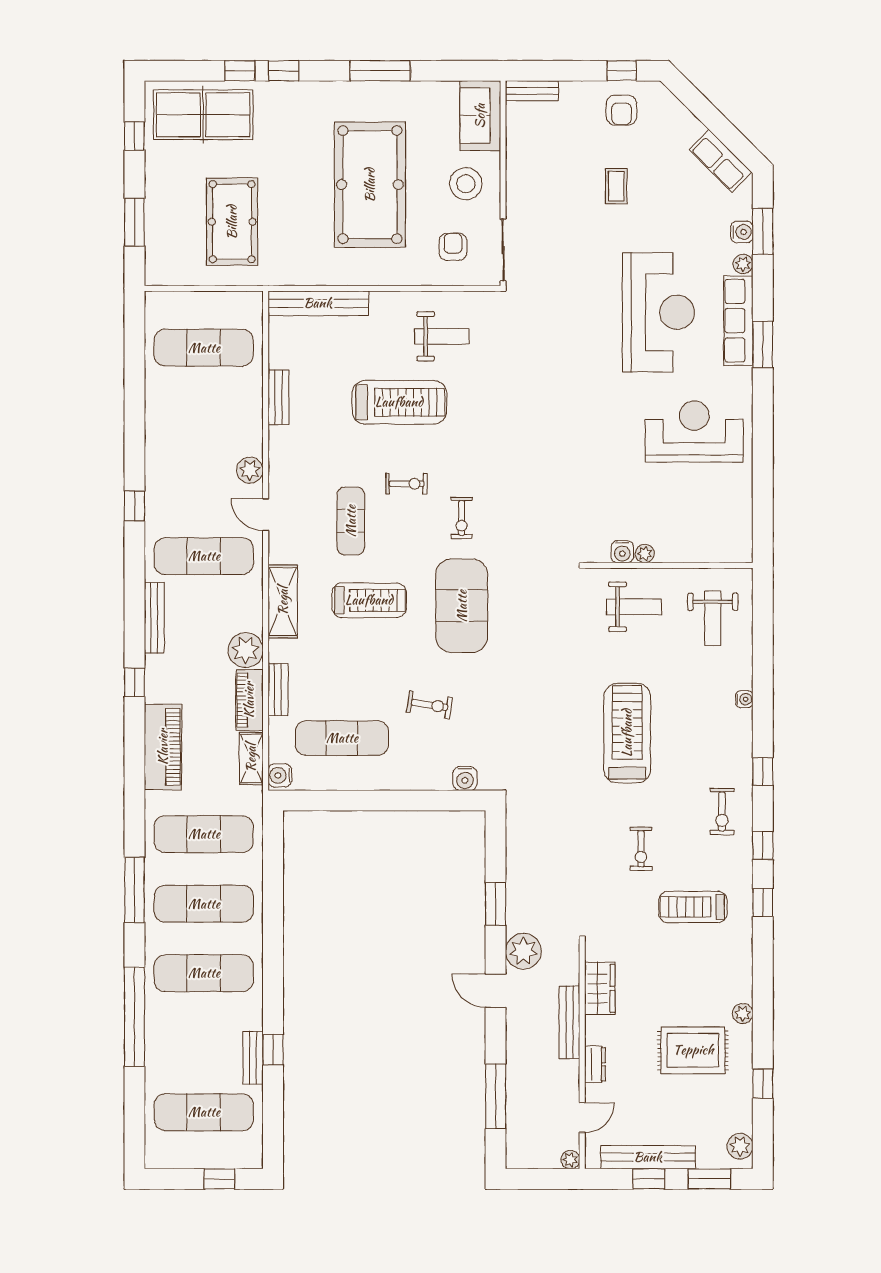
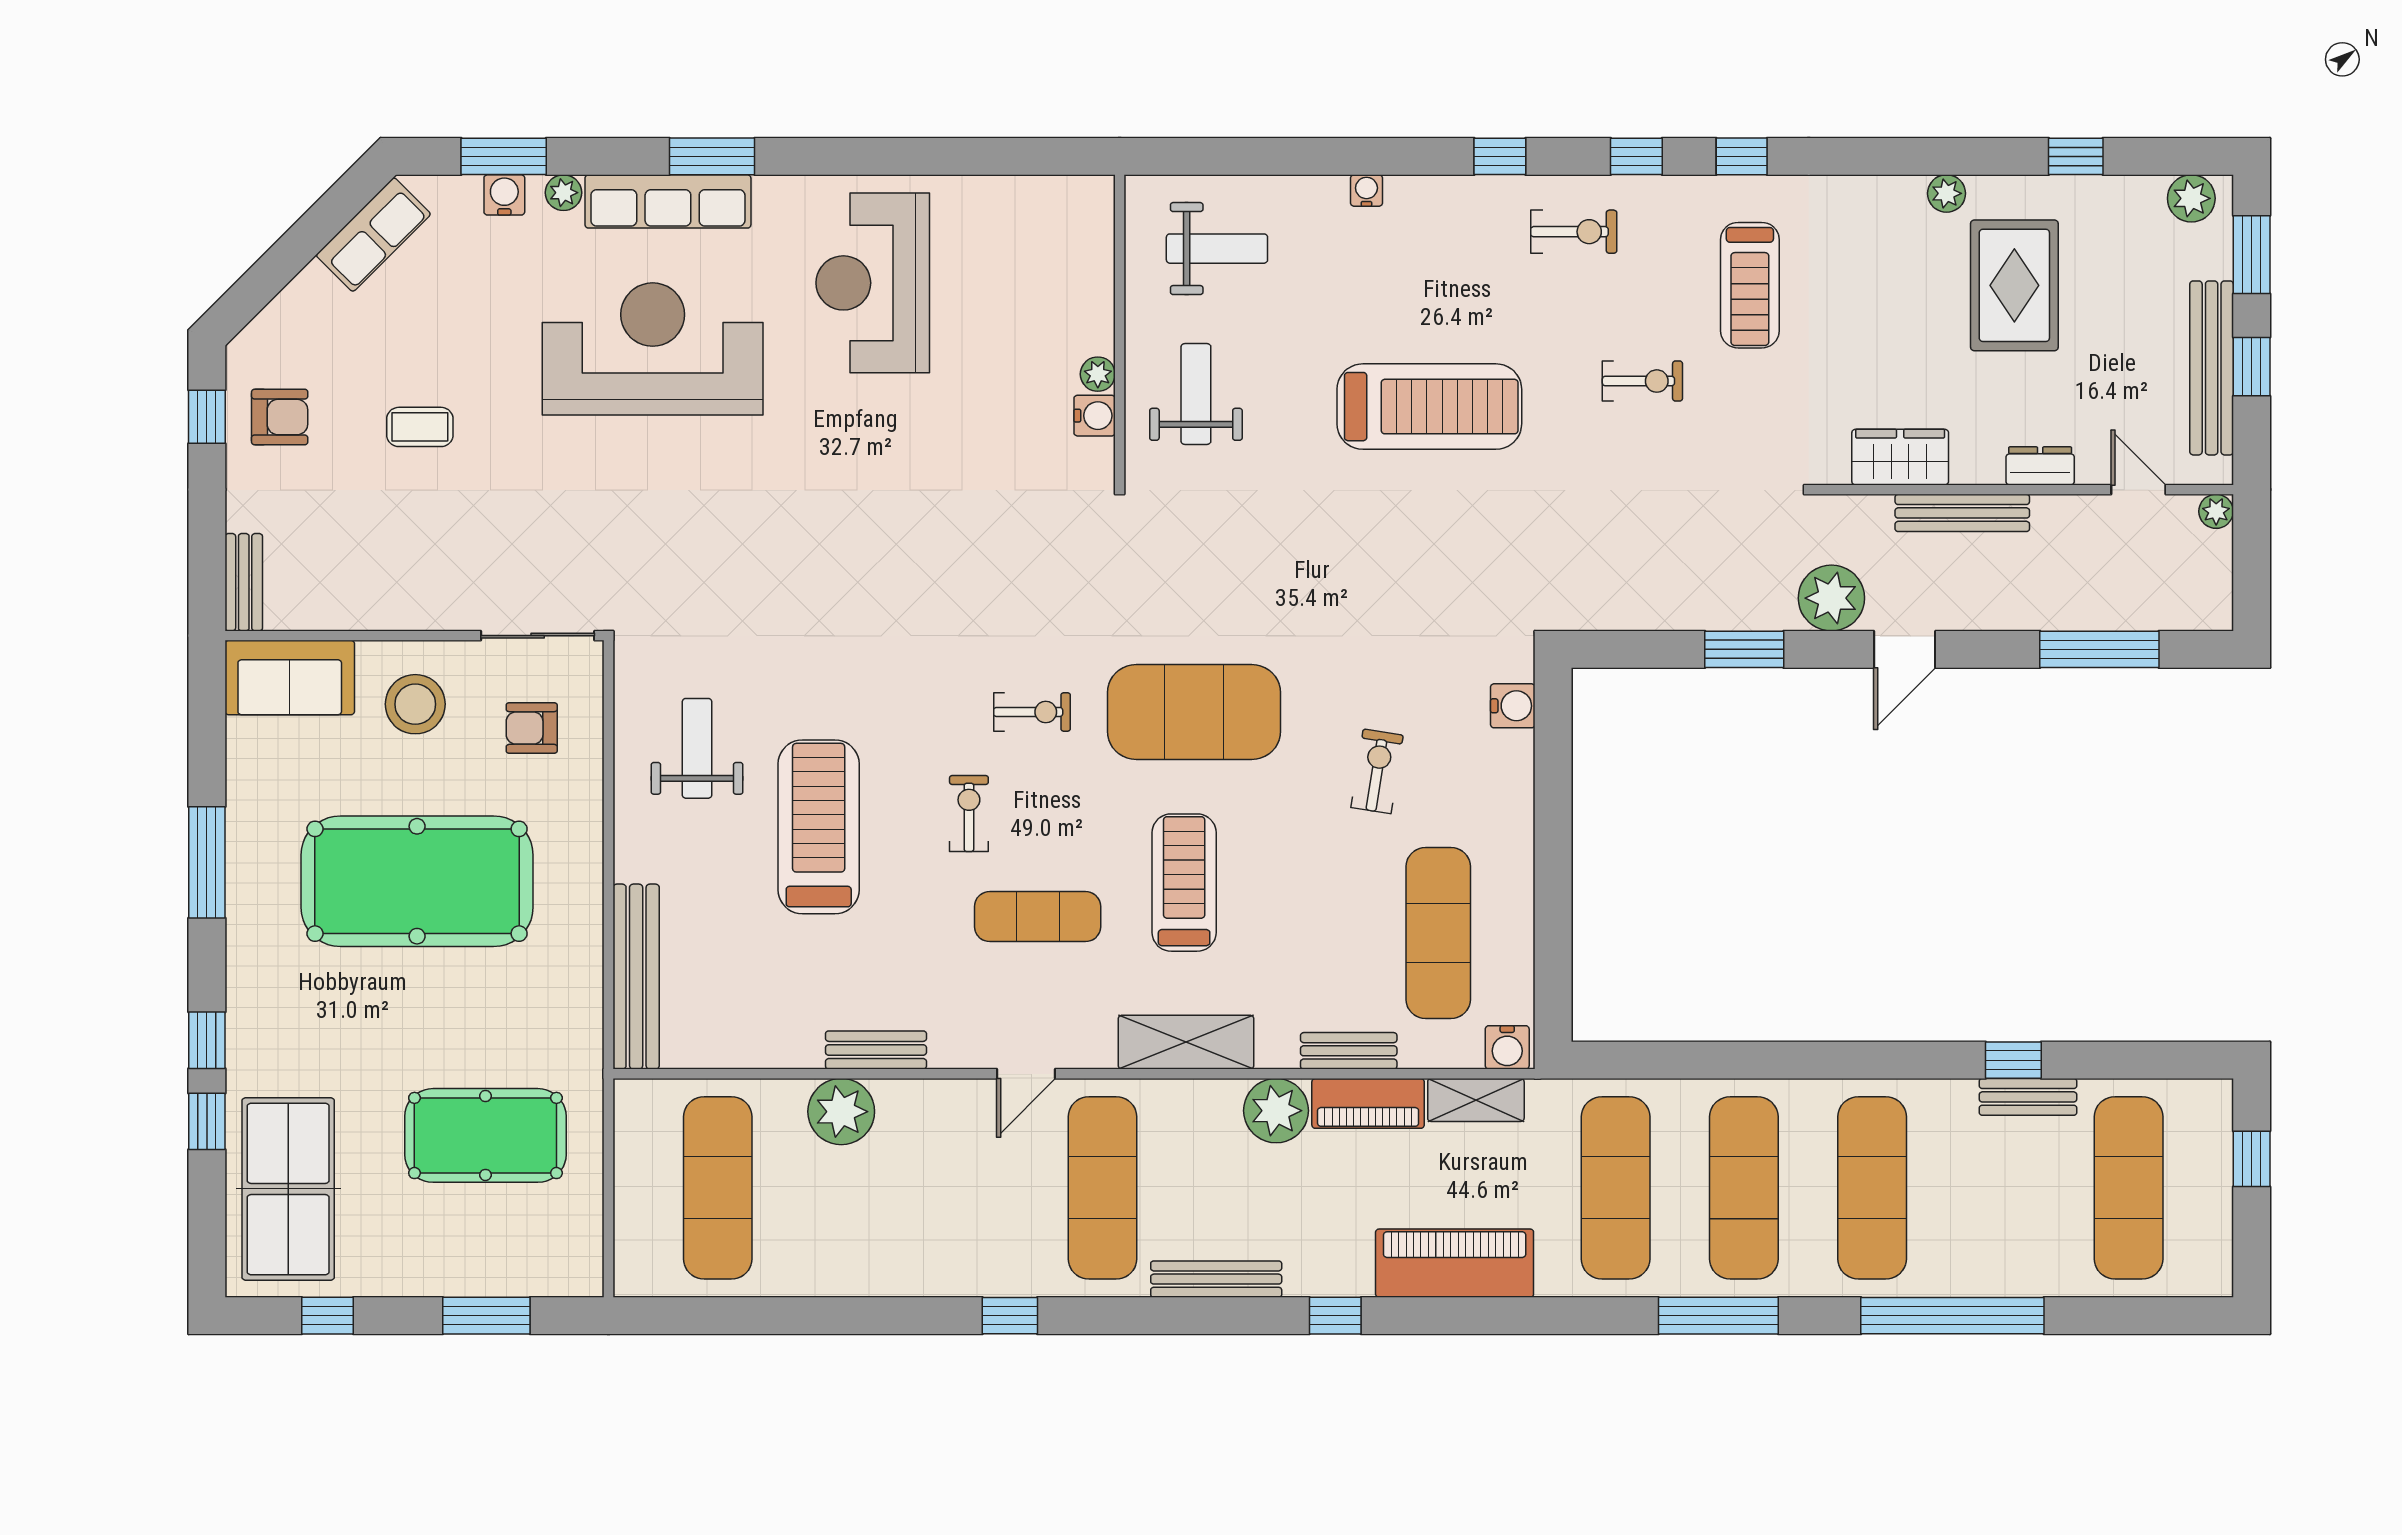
bench: (278, 397) -> (876, 1050), moved
plant: (250, 470) -> (841, 1112), moved, width x1.36, depth x1.36
treadmill: (627, 733) -> (1429, 407), turned 180

